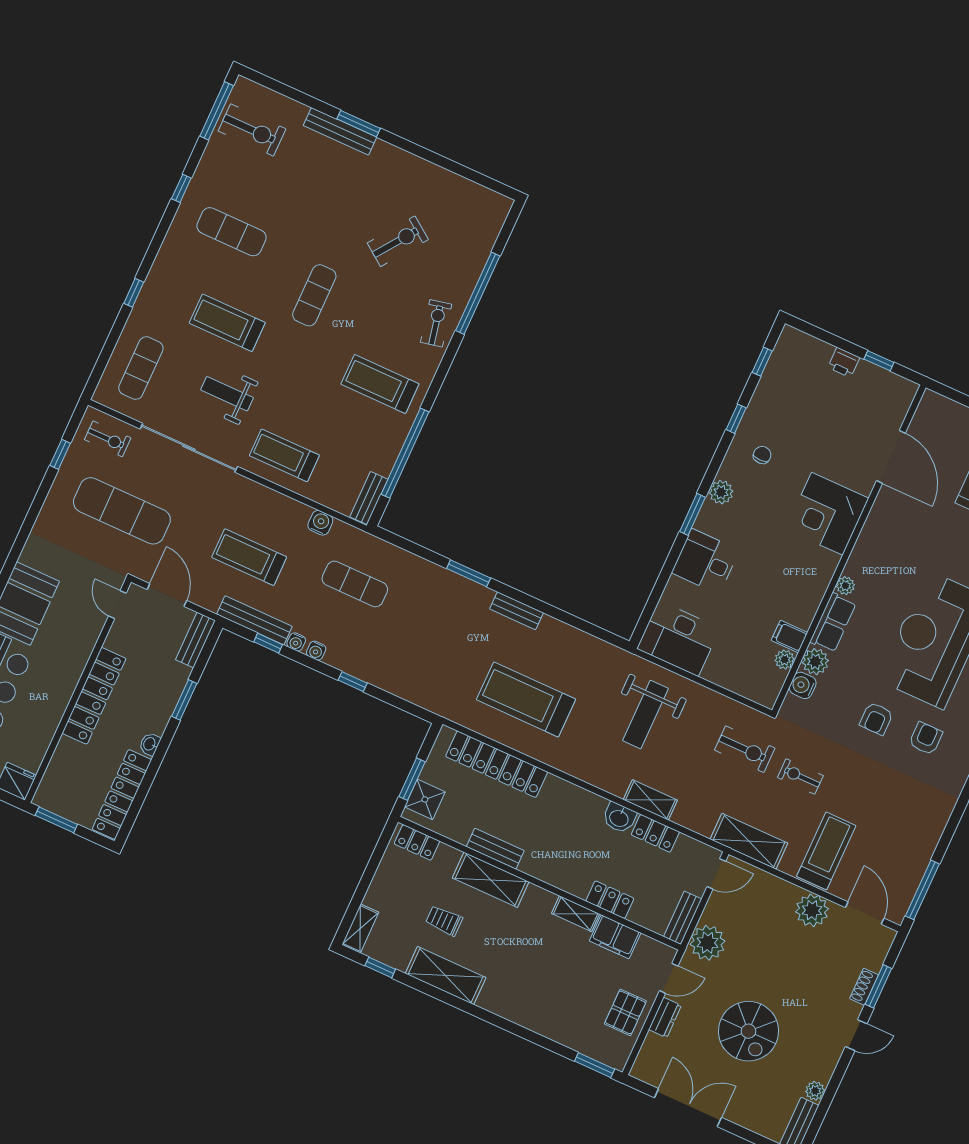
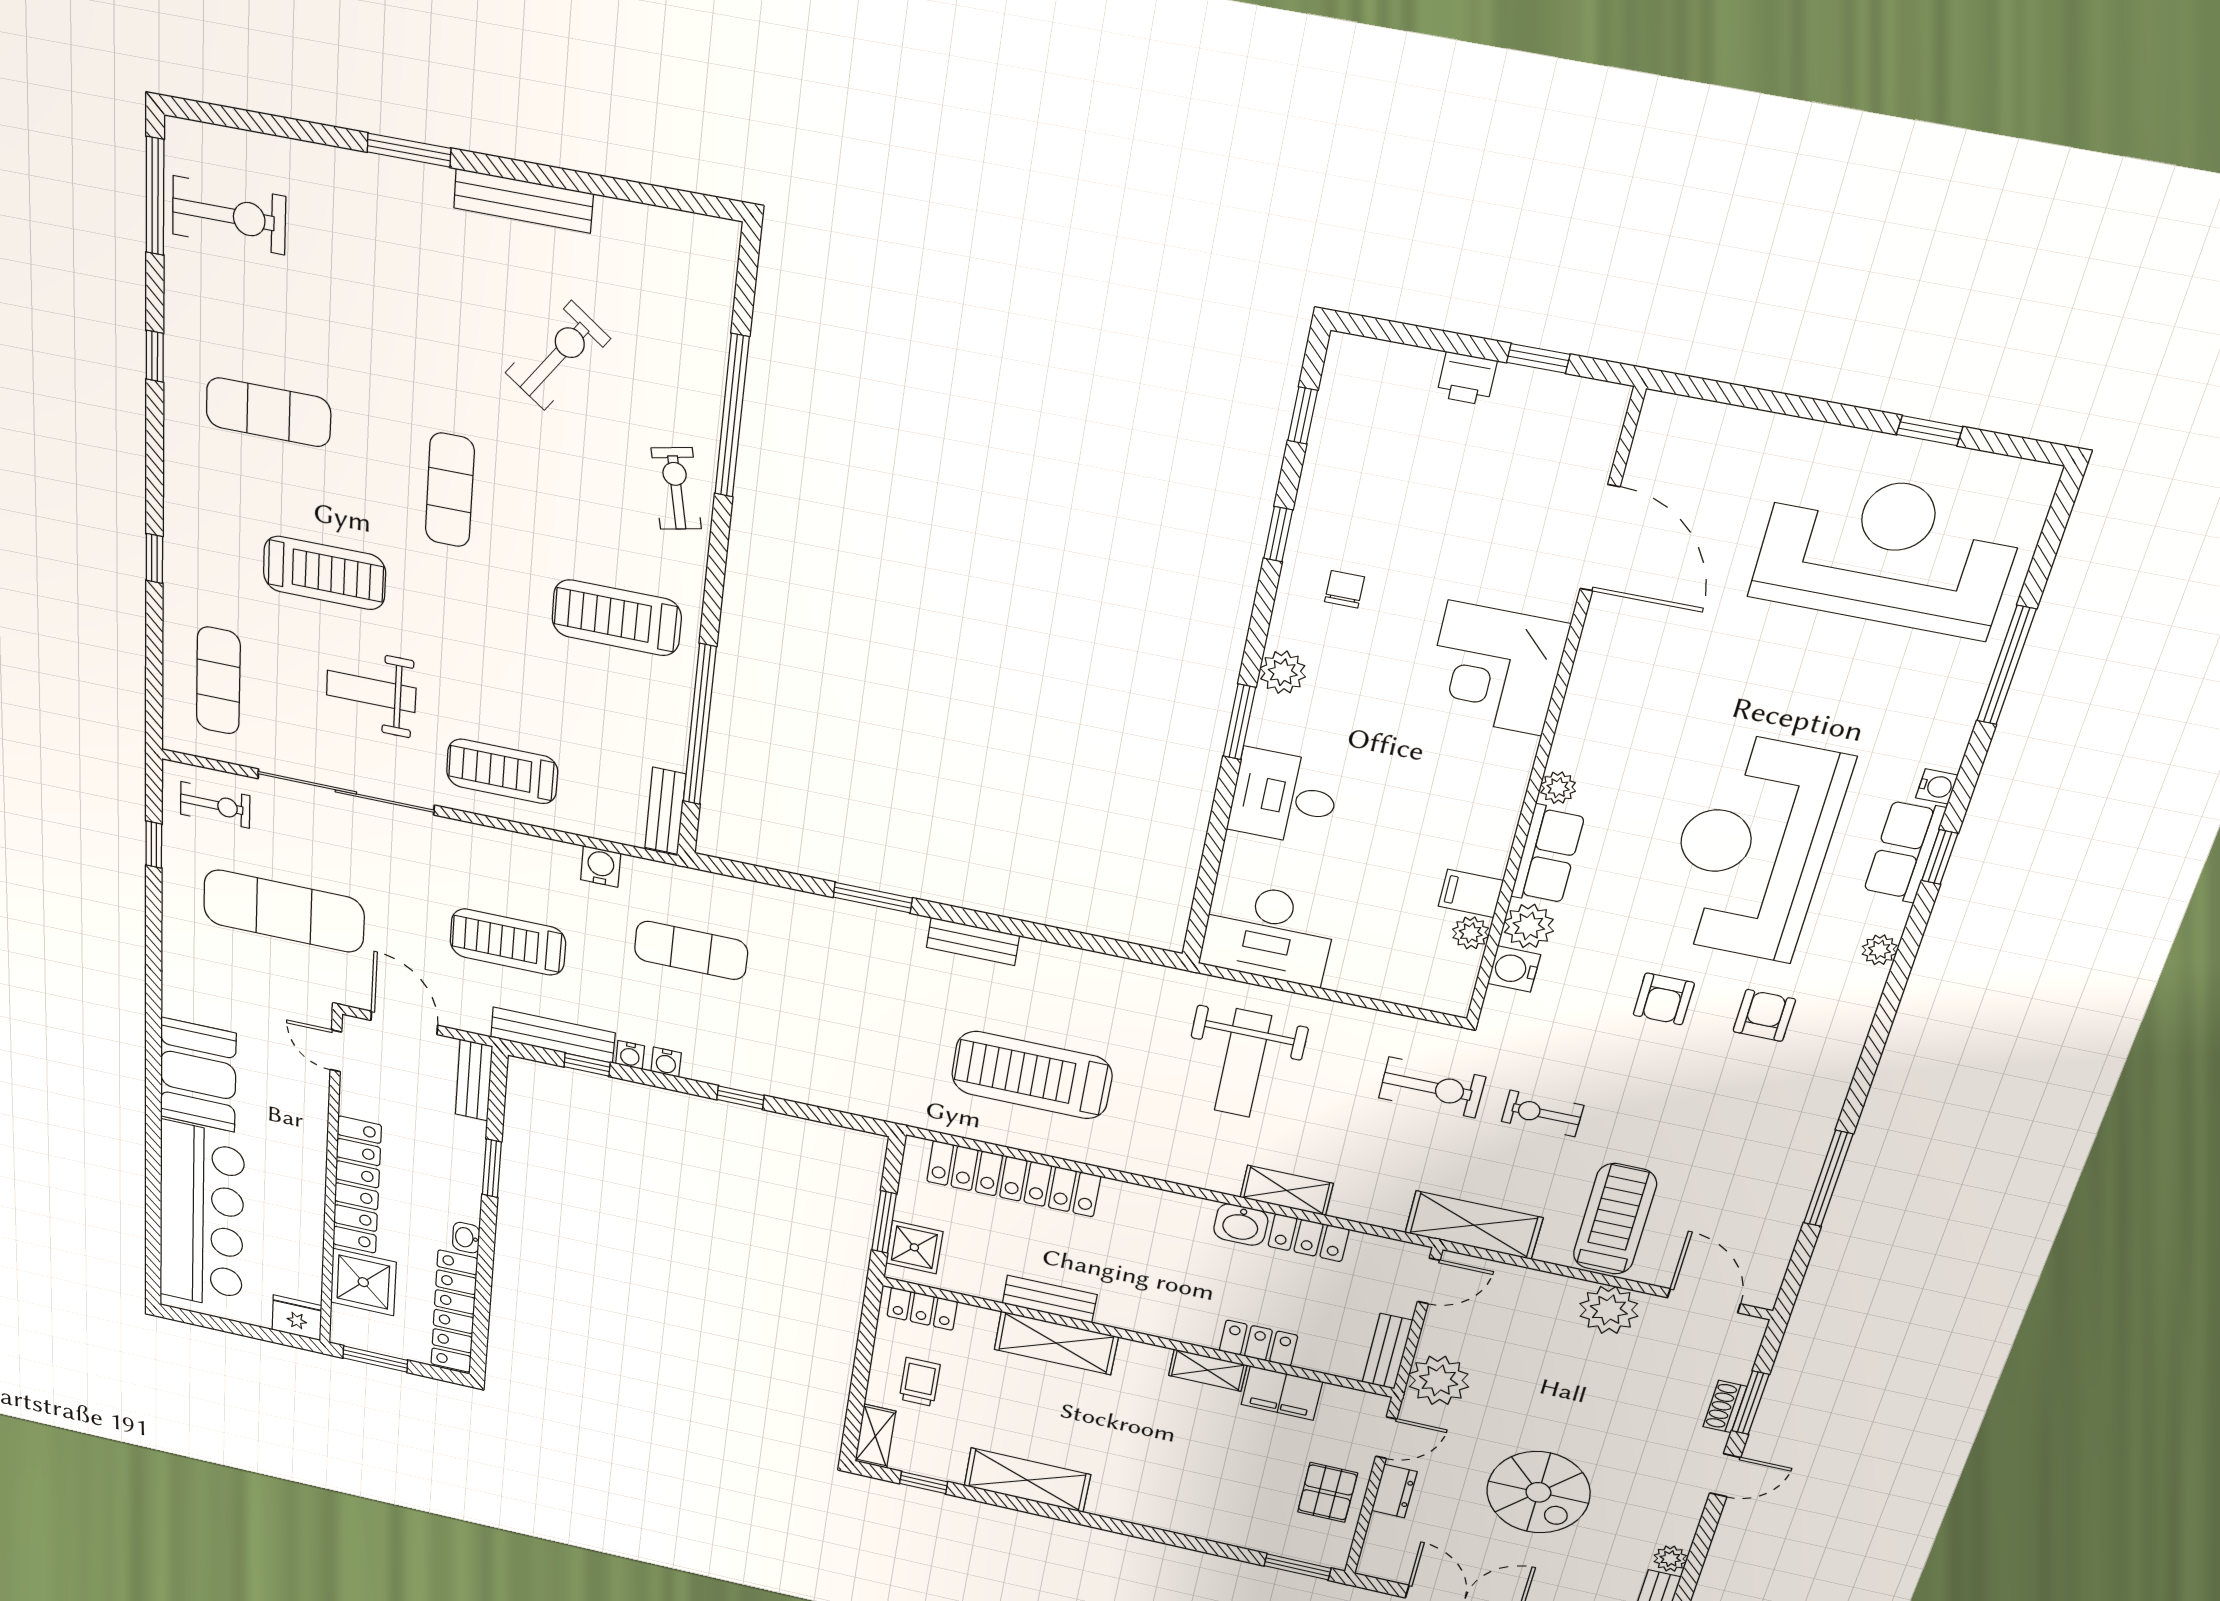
bench: (340, 131) -> (523, 201), moved
treadmill: (227, 323) -> (324, 573), turned 180
shower: (71, 763) -> (363, 1282), added
window: (922, 890) -> (1828, 1179), moved
trolley: (444, 921) -> (920, 1382), moved, turned 90

